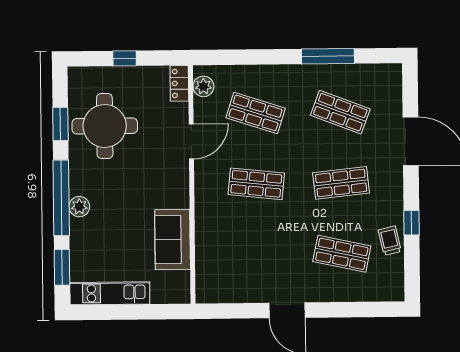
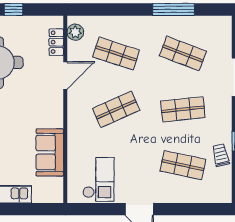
locker: (179, 83) -> (56, 42), moved
shop shelf: (256, 184) -> (116, 109), turned -30
checkout: (235, 273) -> (98, 179), added

